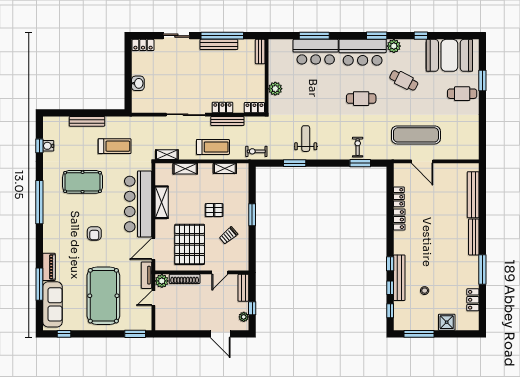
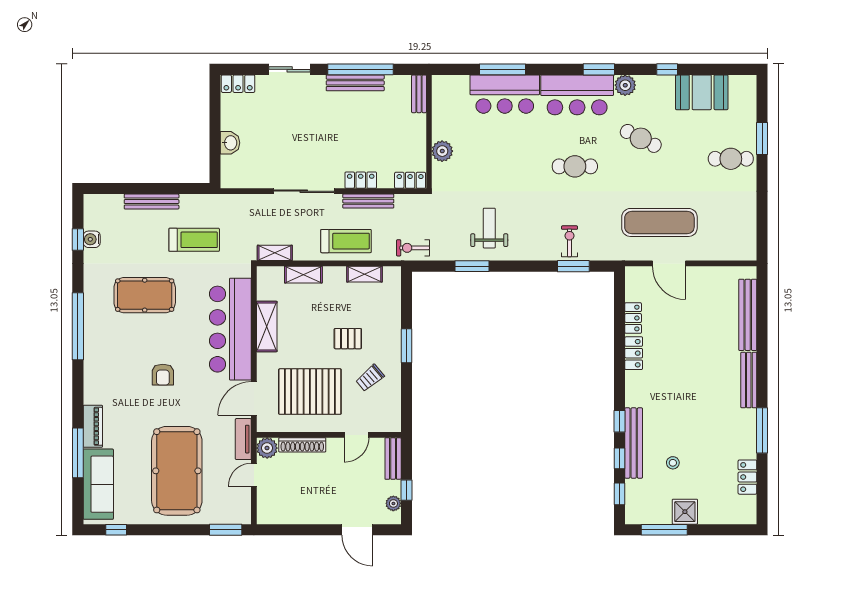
booth: (449, 55) -> (702, 92), width x0.73, depth x0.70
pallet: (190, 244) -> (310, 392), turned 90
shower: (447, 322) -> (685, 512), moved

